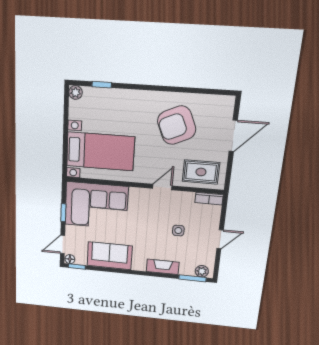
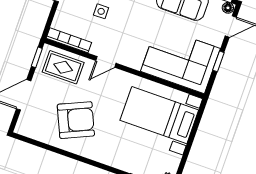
window: (228, 175) -> (37, 57), added
bookcase: (209, 199) -> (69, 40), width x1.56

